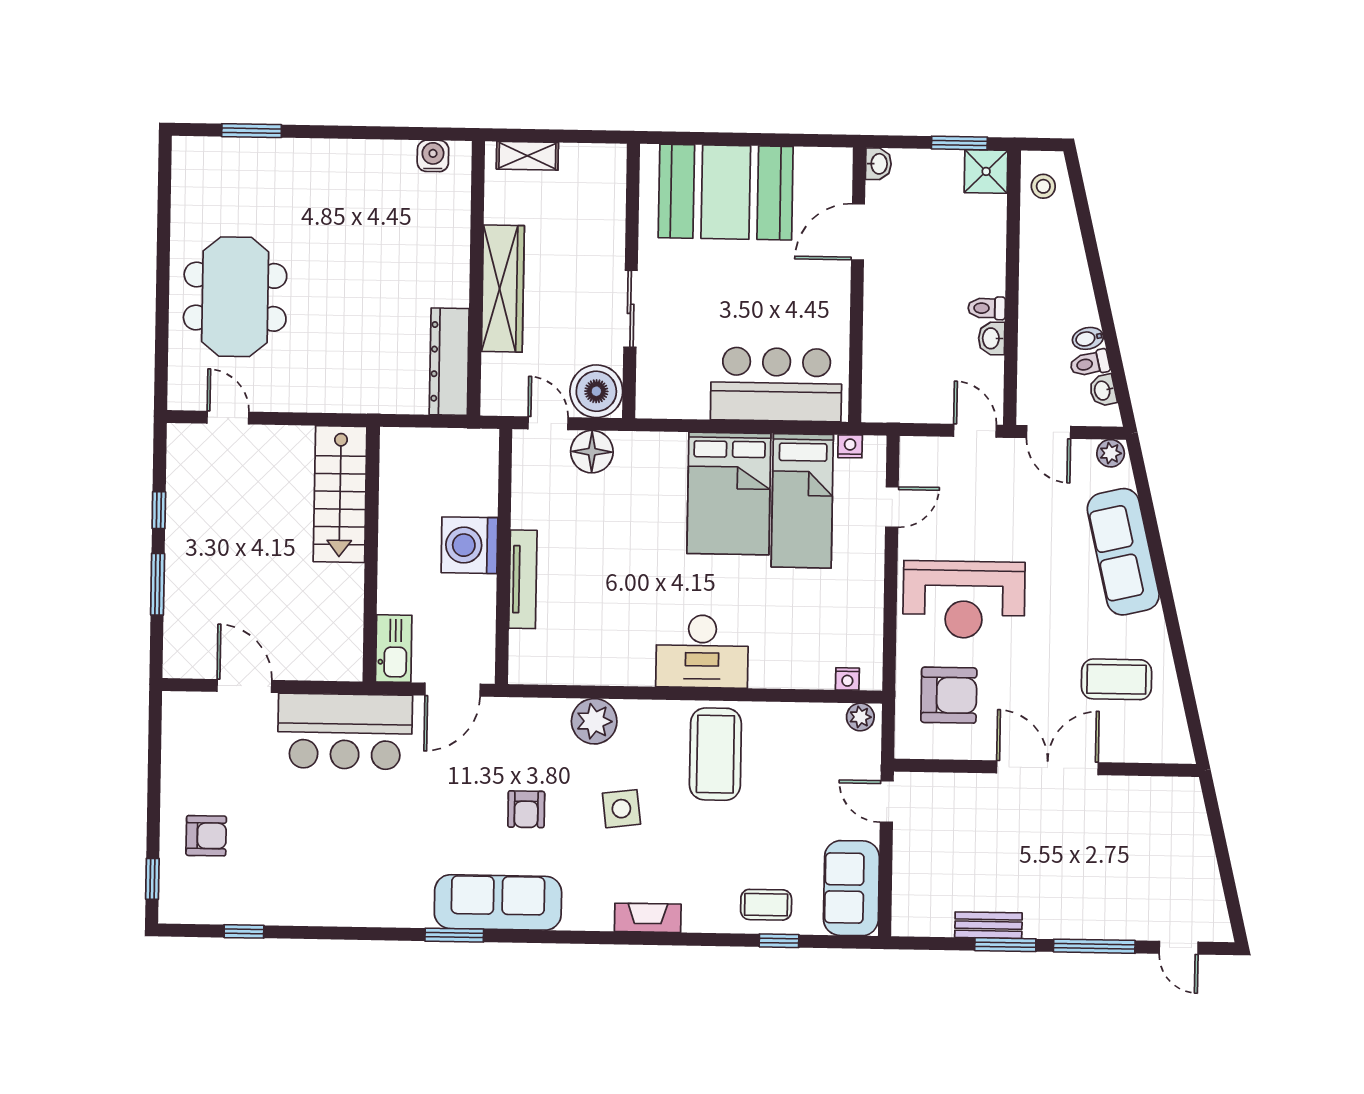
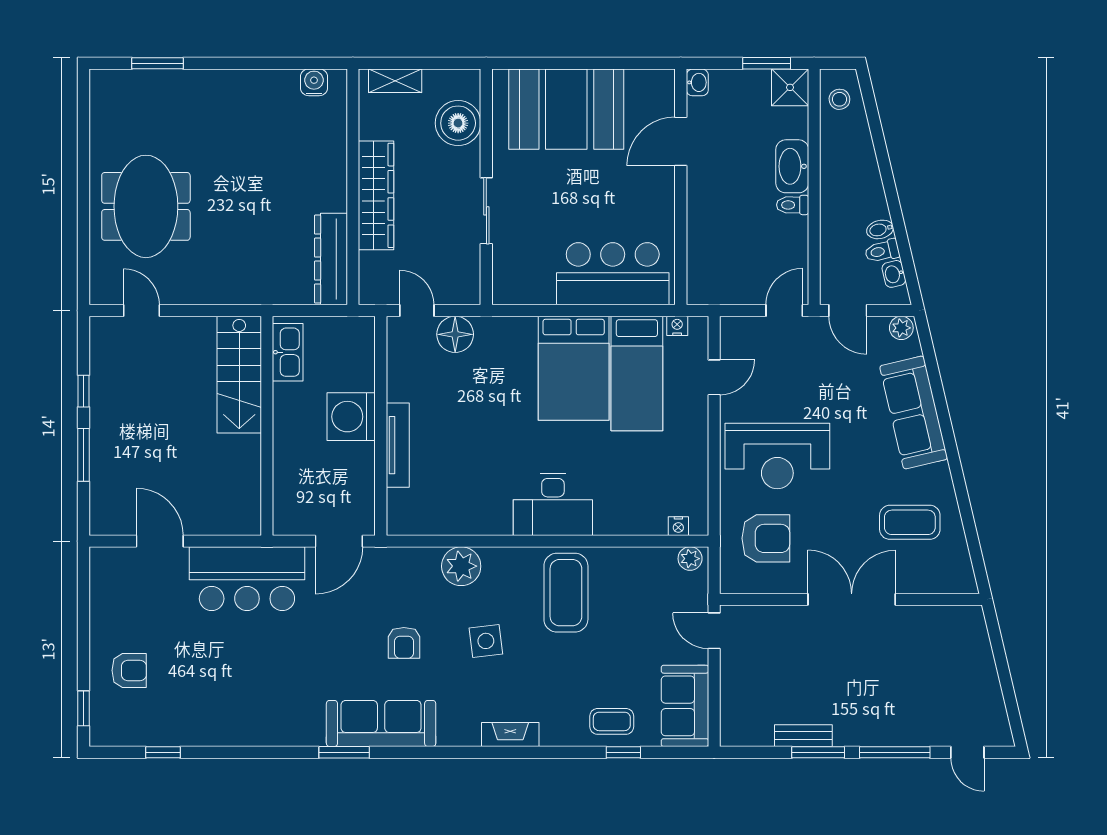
washbasin: (992, 338) -> (792, 166), moved, width x1.91, depth x1.45
boiler: (596, 391) -> (458, 123), moved
door: (975, 431) -> (784, 311), hinge flipped
kitchen sink: (394, 649) -> (288, 352), moved

